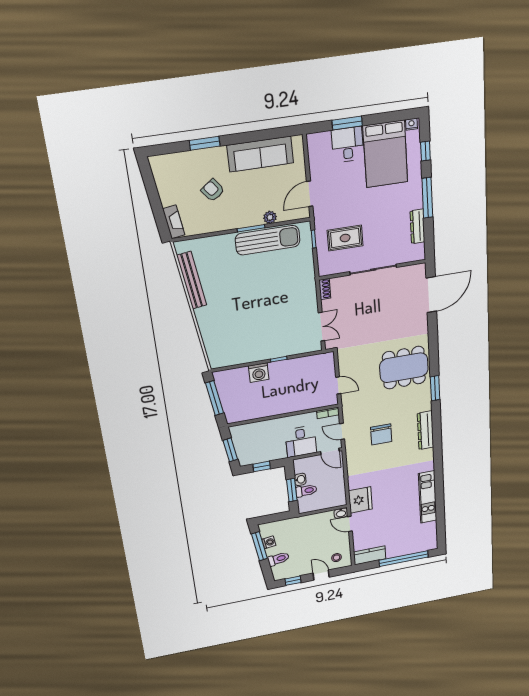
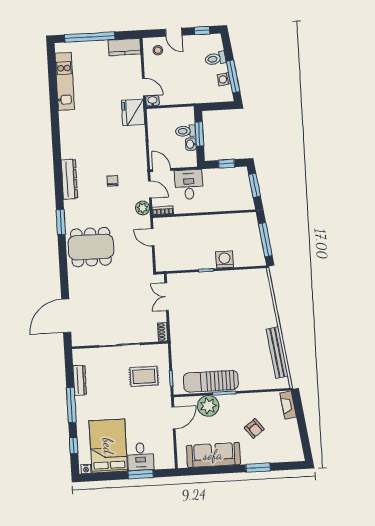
plant: (270, 217) -> (208, 406), width x1.88, depth x1.88
plant: (349, 413) -> (143, 208), added
chair: (381, 434) -> (112, 181), width x0.54, depth x0.54
kitchen unit: (428, 497) -> (65, 81), moved

